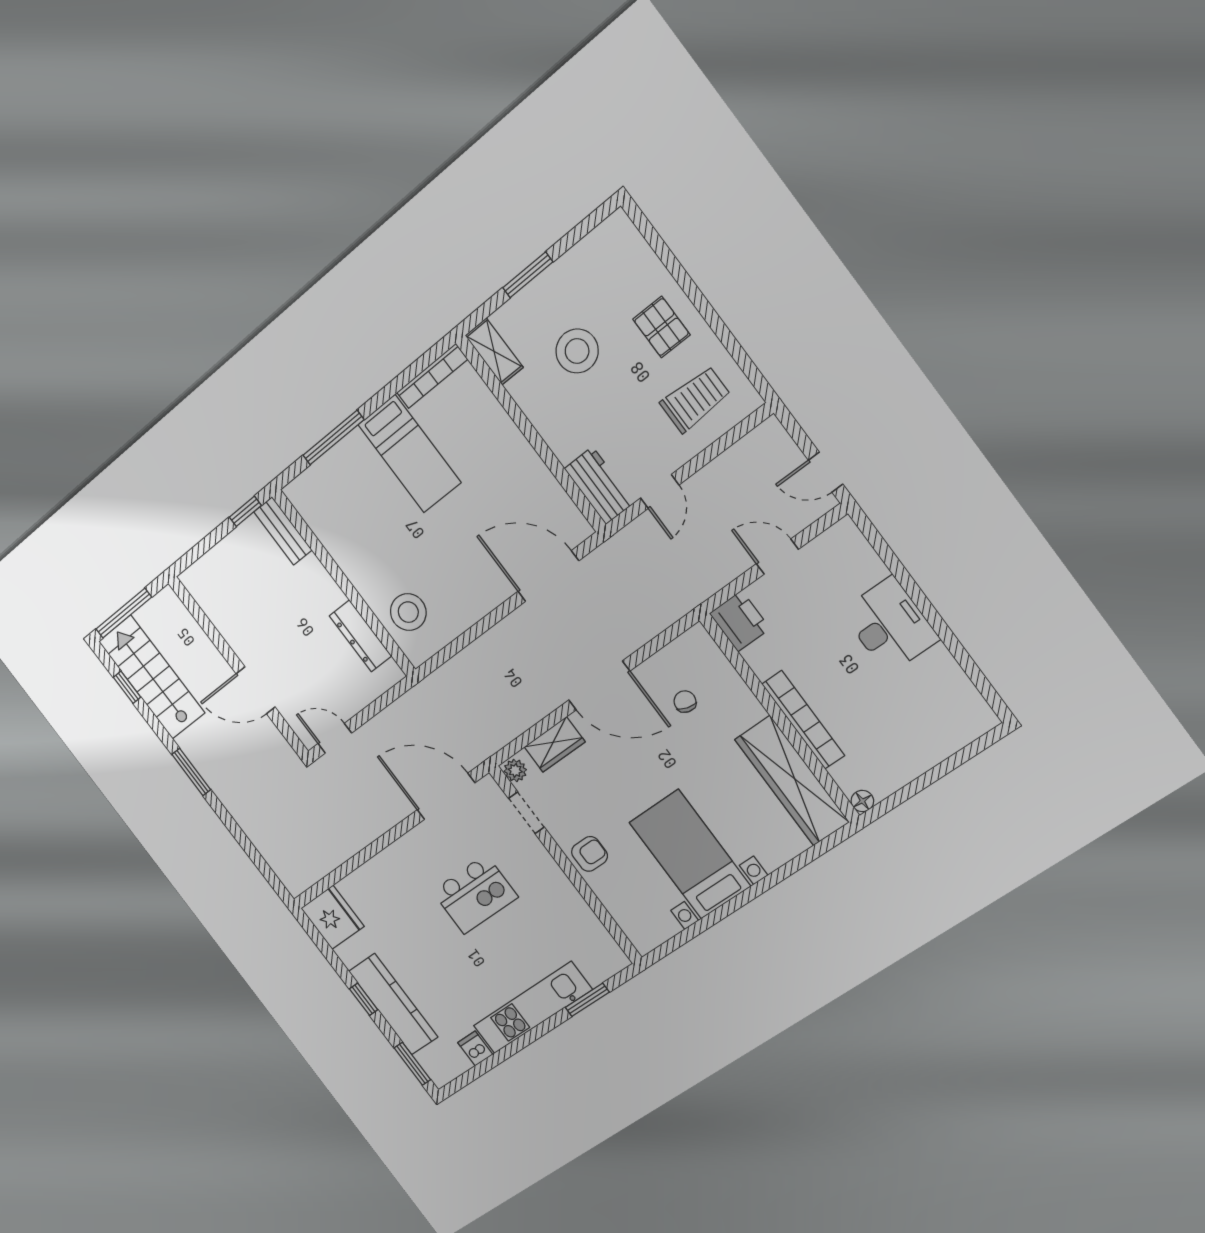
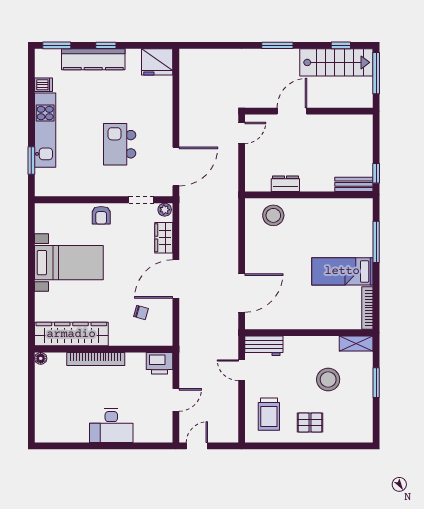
dresser: (360, 636) -> (285, 184), width x0.70

